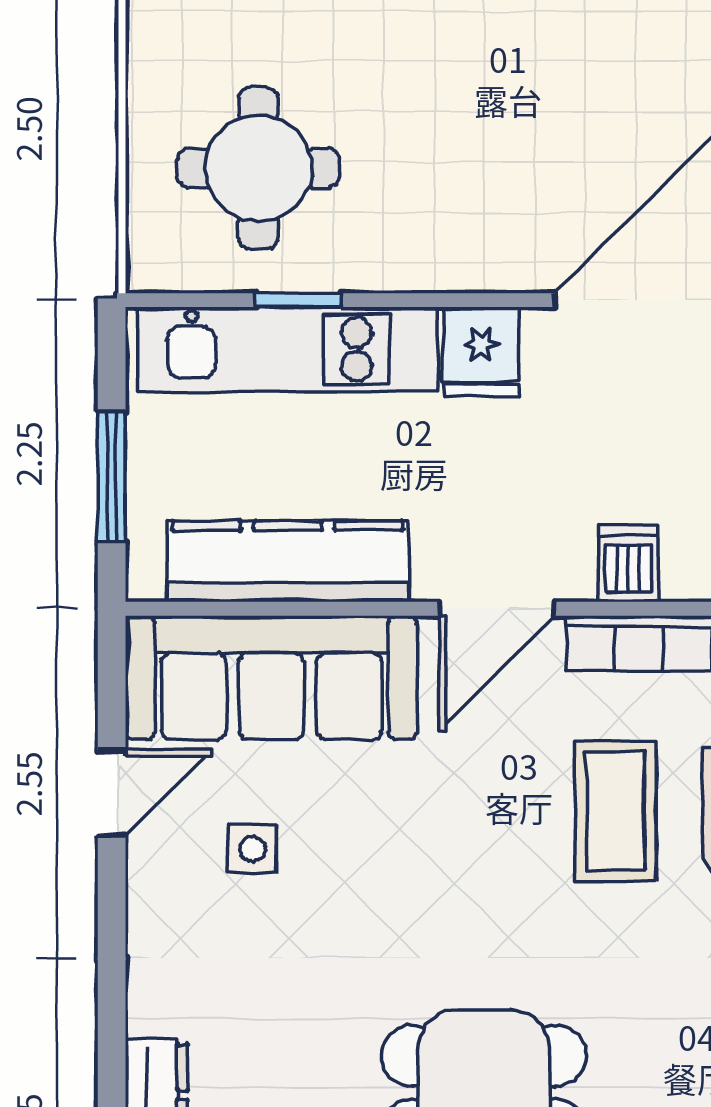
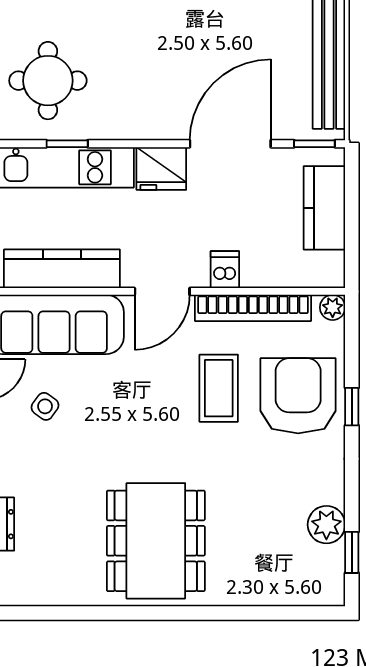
fridge: (481, 352) -> (161, 168), width x1.38
side table: (252, 849) -> (45, 406), turned 36

